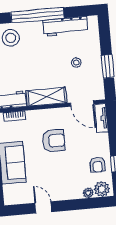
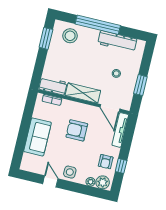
tv unit: (101, 118) -> (120, 130), width x1.41
armchair: (54, 141) -> (77, 130), turned 180
side table: (61, 190) -> (70, 172), added

